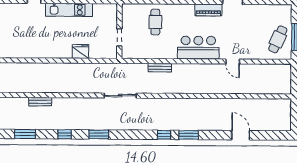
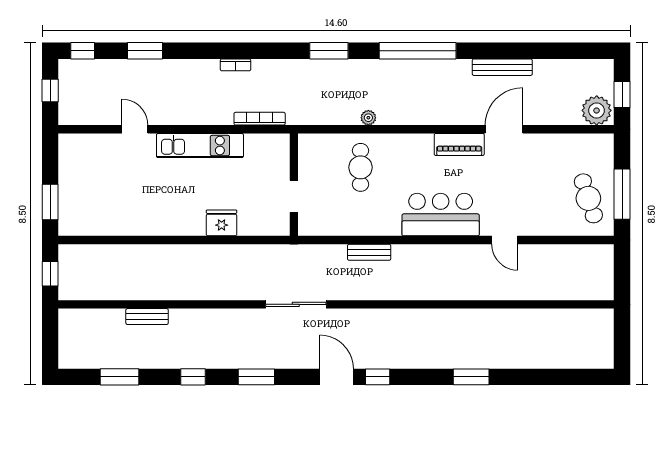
cafe table: (278, 39) -> (588, 198), turned -42
window: (189, 135) -> (471, 377), moved
door: (241, 135) -> (337, 377), moved

